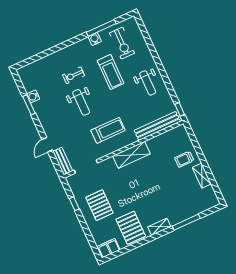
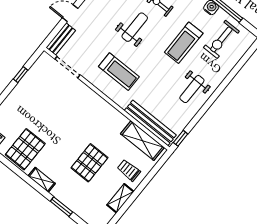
weight bench: (81, 102) -> (135, 27), turned 180
shelving: (131, 155) -> (142, 141), moved
pallet: (99, 205) -> (89, 163), moved
window: (186, 222) -> (61, 207), width x0.69

